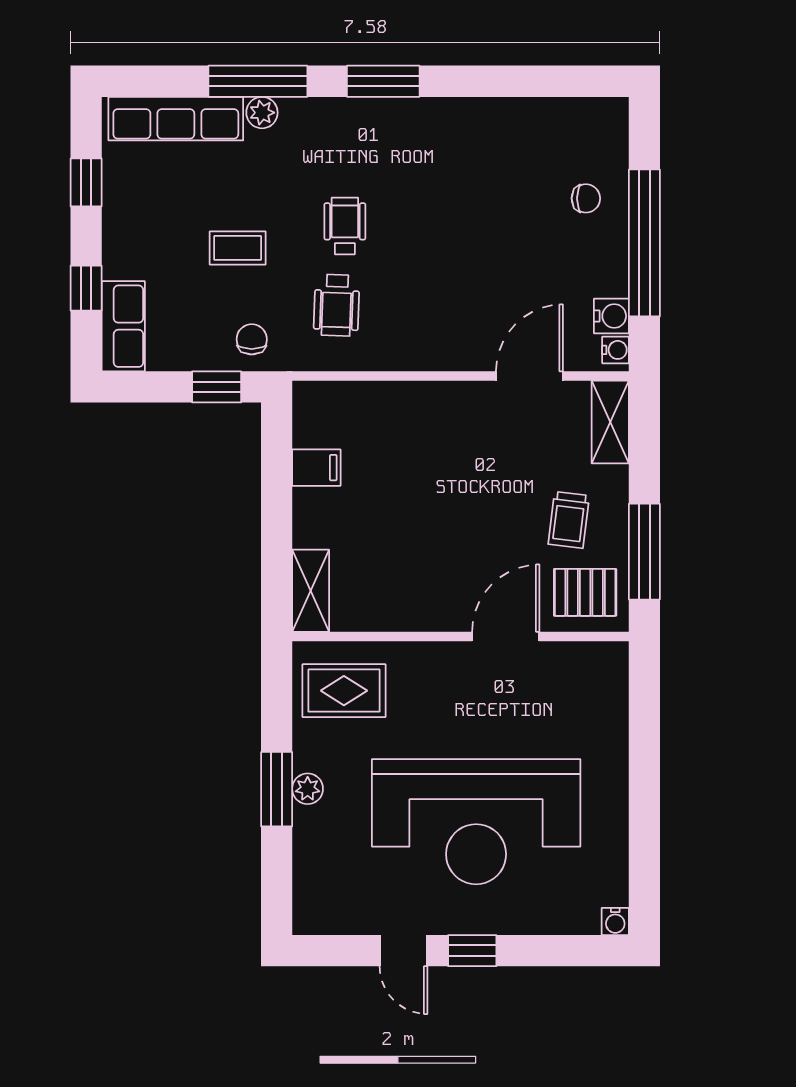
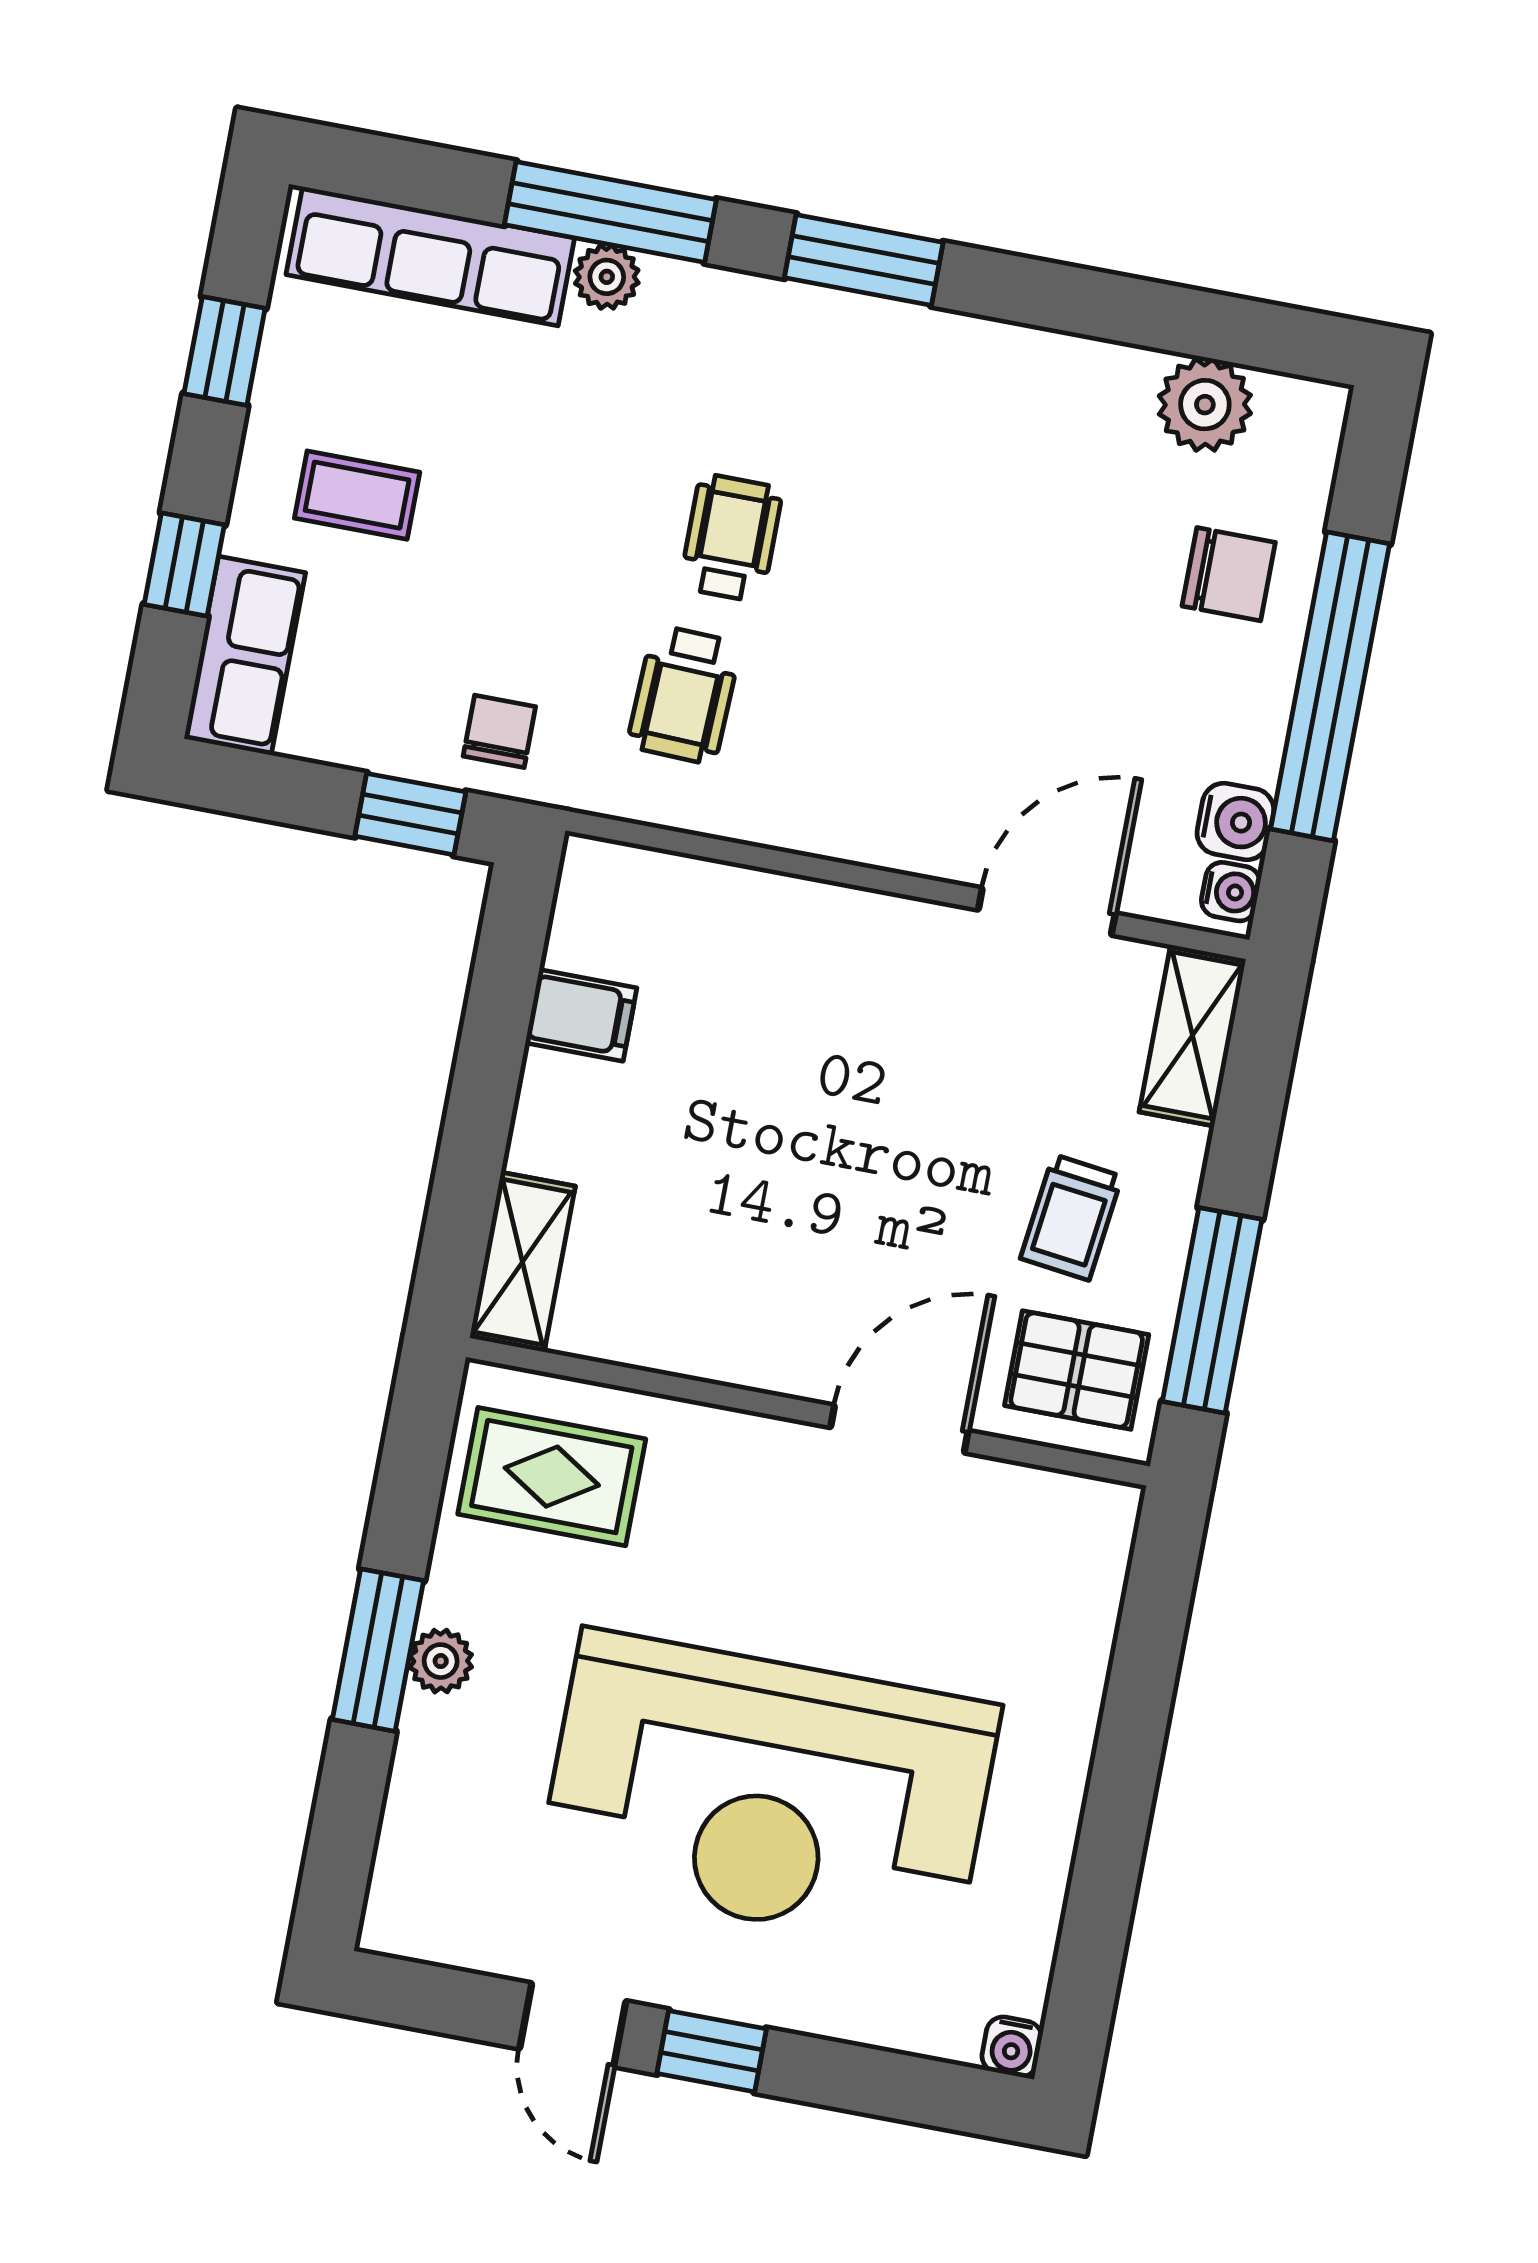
plant: (559, 120) -> (1205, 405), added
chair: (586, 198) -> (1229, 574), width x1.37, depth x1.37
coffee table: (238, 248) -> (357, 495), moved

